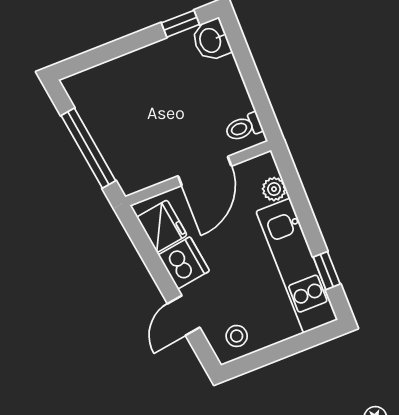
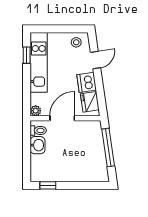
washbasin: (211, 40) -> (38, 145), moved
plant: (274, 189) -> (36, 111), moved

